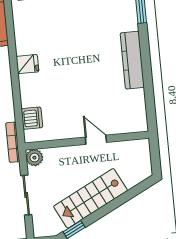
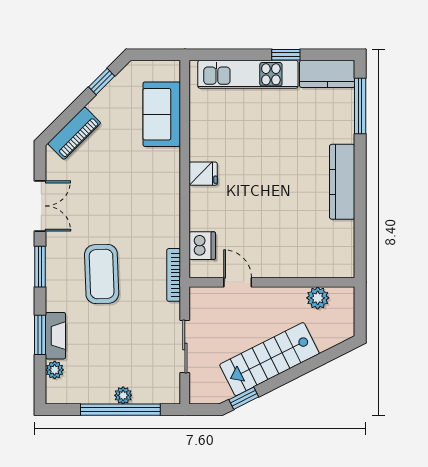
door: (96, 140) -> (238, 282), moved
plant: (34, 158) -> (318, 298), moved

